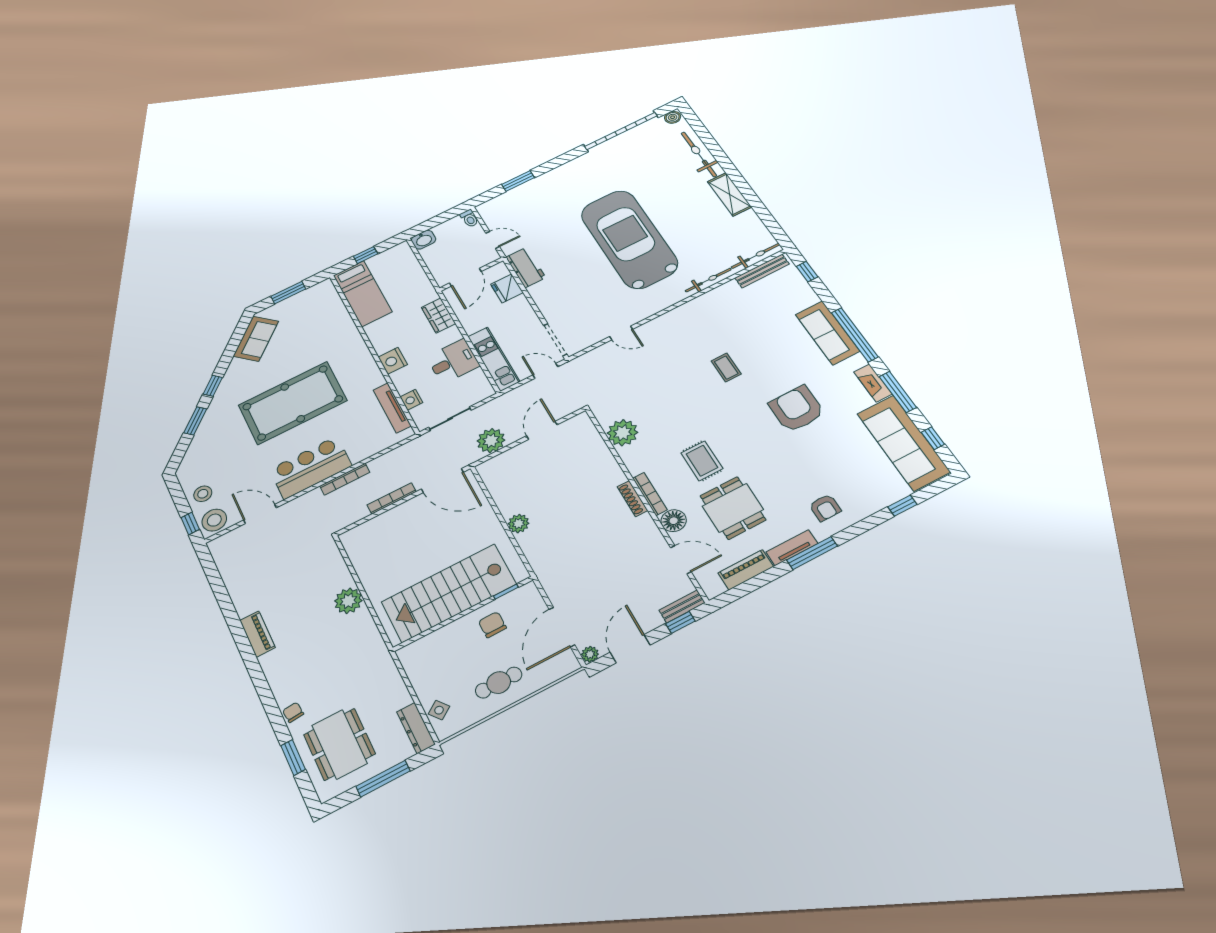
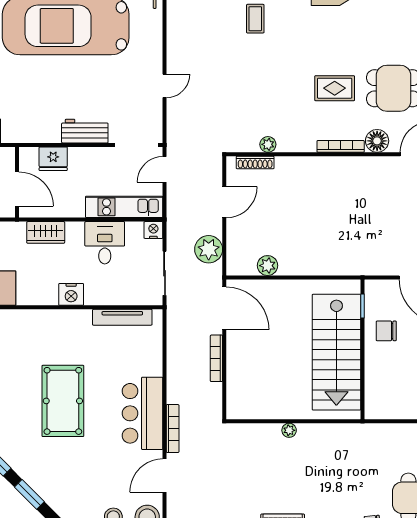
workbench: (526, 267) -> (85, 131), moved
coffee table: (726, 368) -> (255, 19), turned 90
nightstand: (411, 400) -> (153, 230), moved, turned 180
pool table: (293, 403) -> (63, 401), width x0.73, depth x0.76
door: (542, 430) -> (224, 202), swing flipped
plant: (623, 433) -> (268, 144), width x0.53, depth x0.53
bookcase: (345, 479) -> (173, 429), moved
door: (442, 481) -> (224, 308), hinge flipped
shoe rack: (632, 499) -> (255, 162), moved
plant: (518, 523) -> (268, 266), moved
plant: (348, 601) -> (289, 430), width x0.53, depth x0.53

